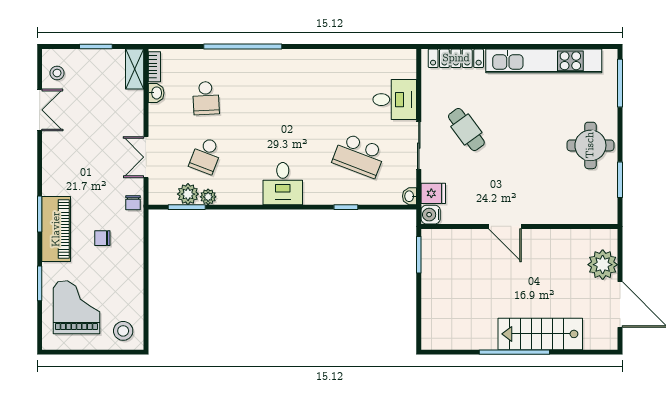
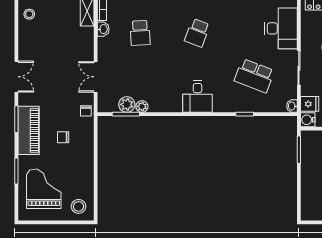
desk: (395, 100) -> (281, 28), width x1.37
double door: (40, 110) -> (16, 77), moved
school desk: (206, 156) -> (197, 33), moved

